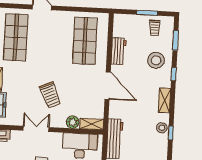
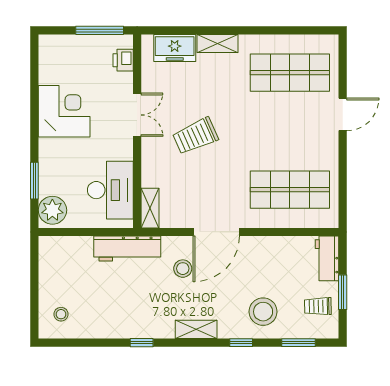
workbench: (119, 51) -> (327, 258), moved, turned 90
plant: (73, 122) -> (152, 176), removed
stool: (162, 128) -> (183, 269), moved

